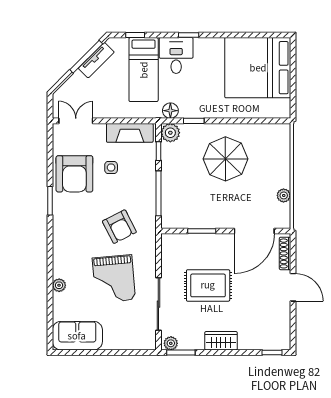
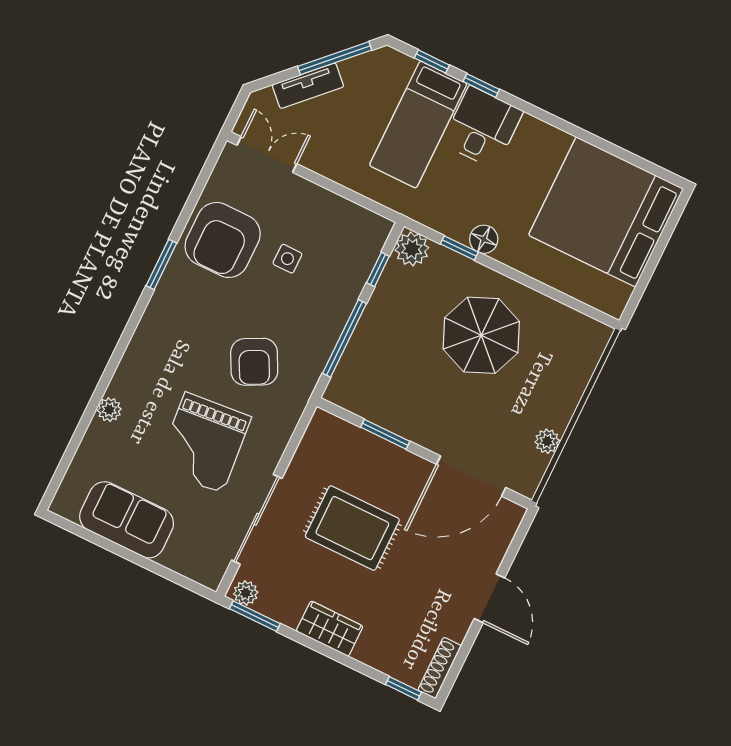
window: (189, 35) -> (481, 85), moved
tv unit: (96, 60) -> (308, 86), moved
floor lamp: (170, 111) -> (484, 239), moved
fireplace: (130, 133) -> (346, 217), removed
shoe rack: (285, 253) -> (440, 668), moved
sofa: (77, 336) -> (127, 520), moved

